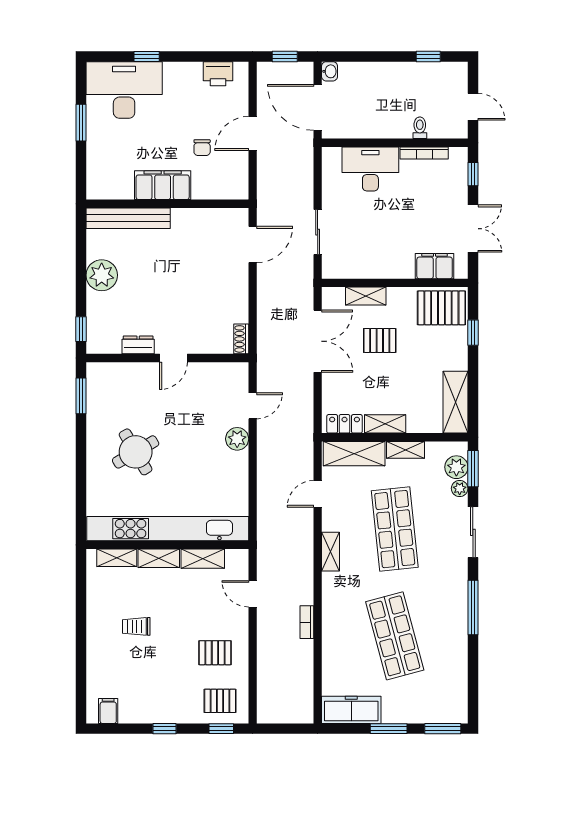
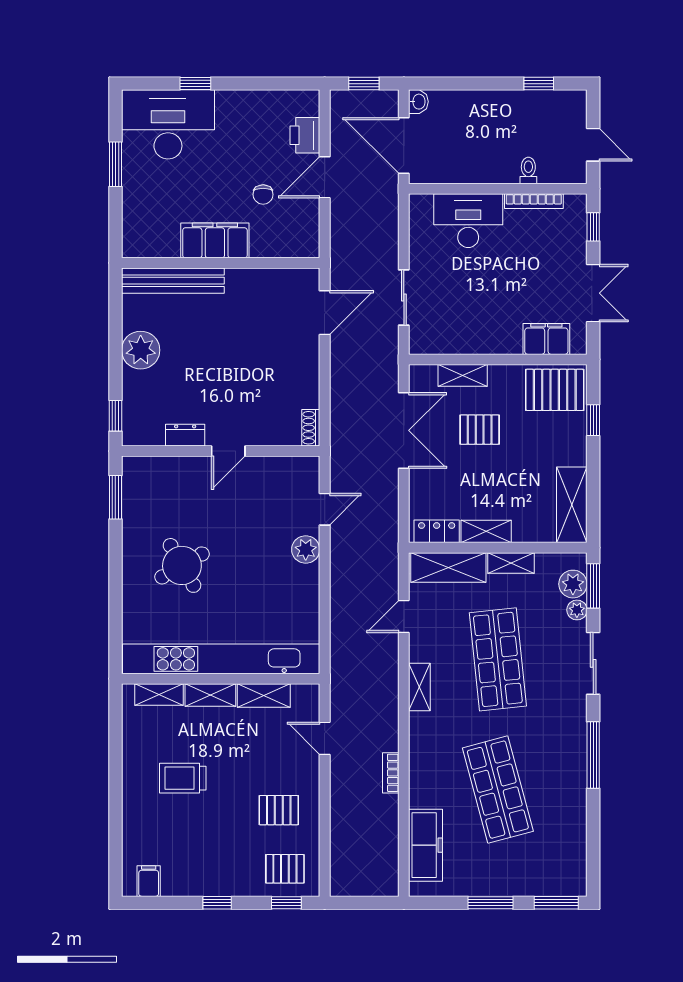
printer: (218, 74) -> (305, 135), moved, turned 90
trolley: (136, 626) -> (183, 778), width x1.36, depth x1.39
freezer: (351, 710) -> (426, 845), moved, turned 90

